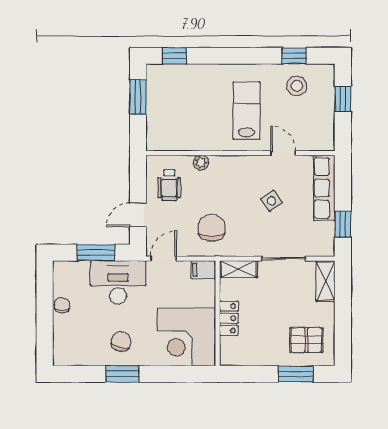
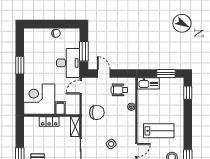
kitchen sink: (157, 131) -> (148, 83), added
door: (164, 259) -> (81, 87), swing flipped
filing cabinet: (203, 270) -> (60, 108), moved
chair: (121, 342) -> (37, 65), removed

